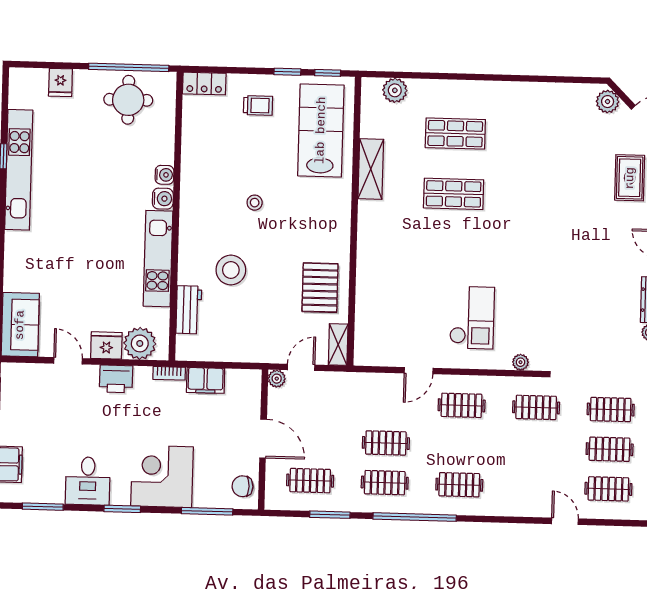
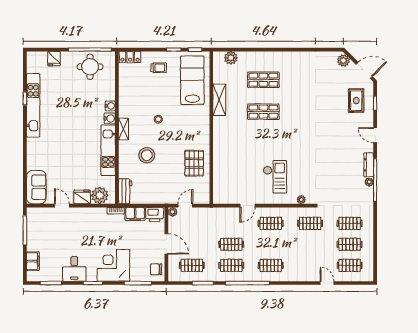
workbench: (189, 310) -> (125, 191), moved
shelving: (338, 344) -> (124, 129), moved
printer: (116, 379) -> (155, 214), moved

